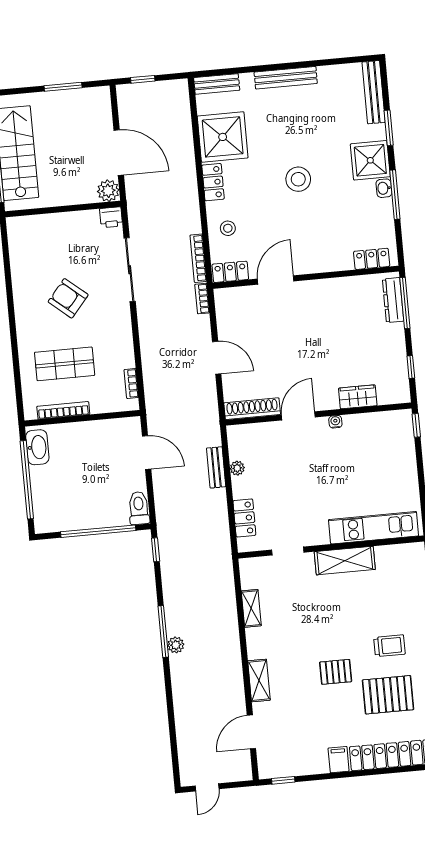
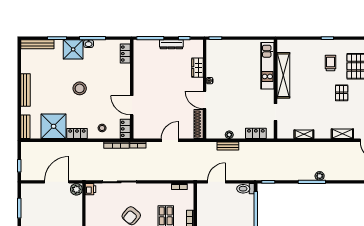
dresser: (393, 300) -> (171, 44), moved
shelving: (345, 561) -> (283, 75), width x1.47

